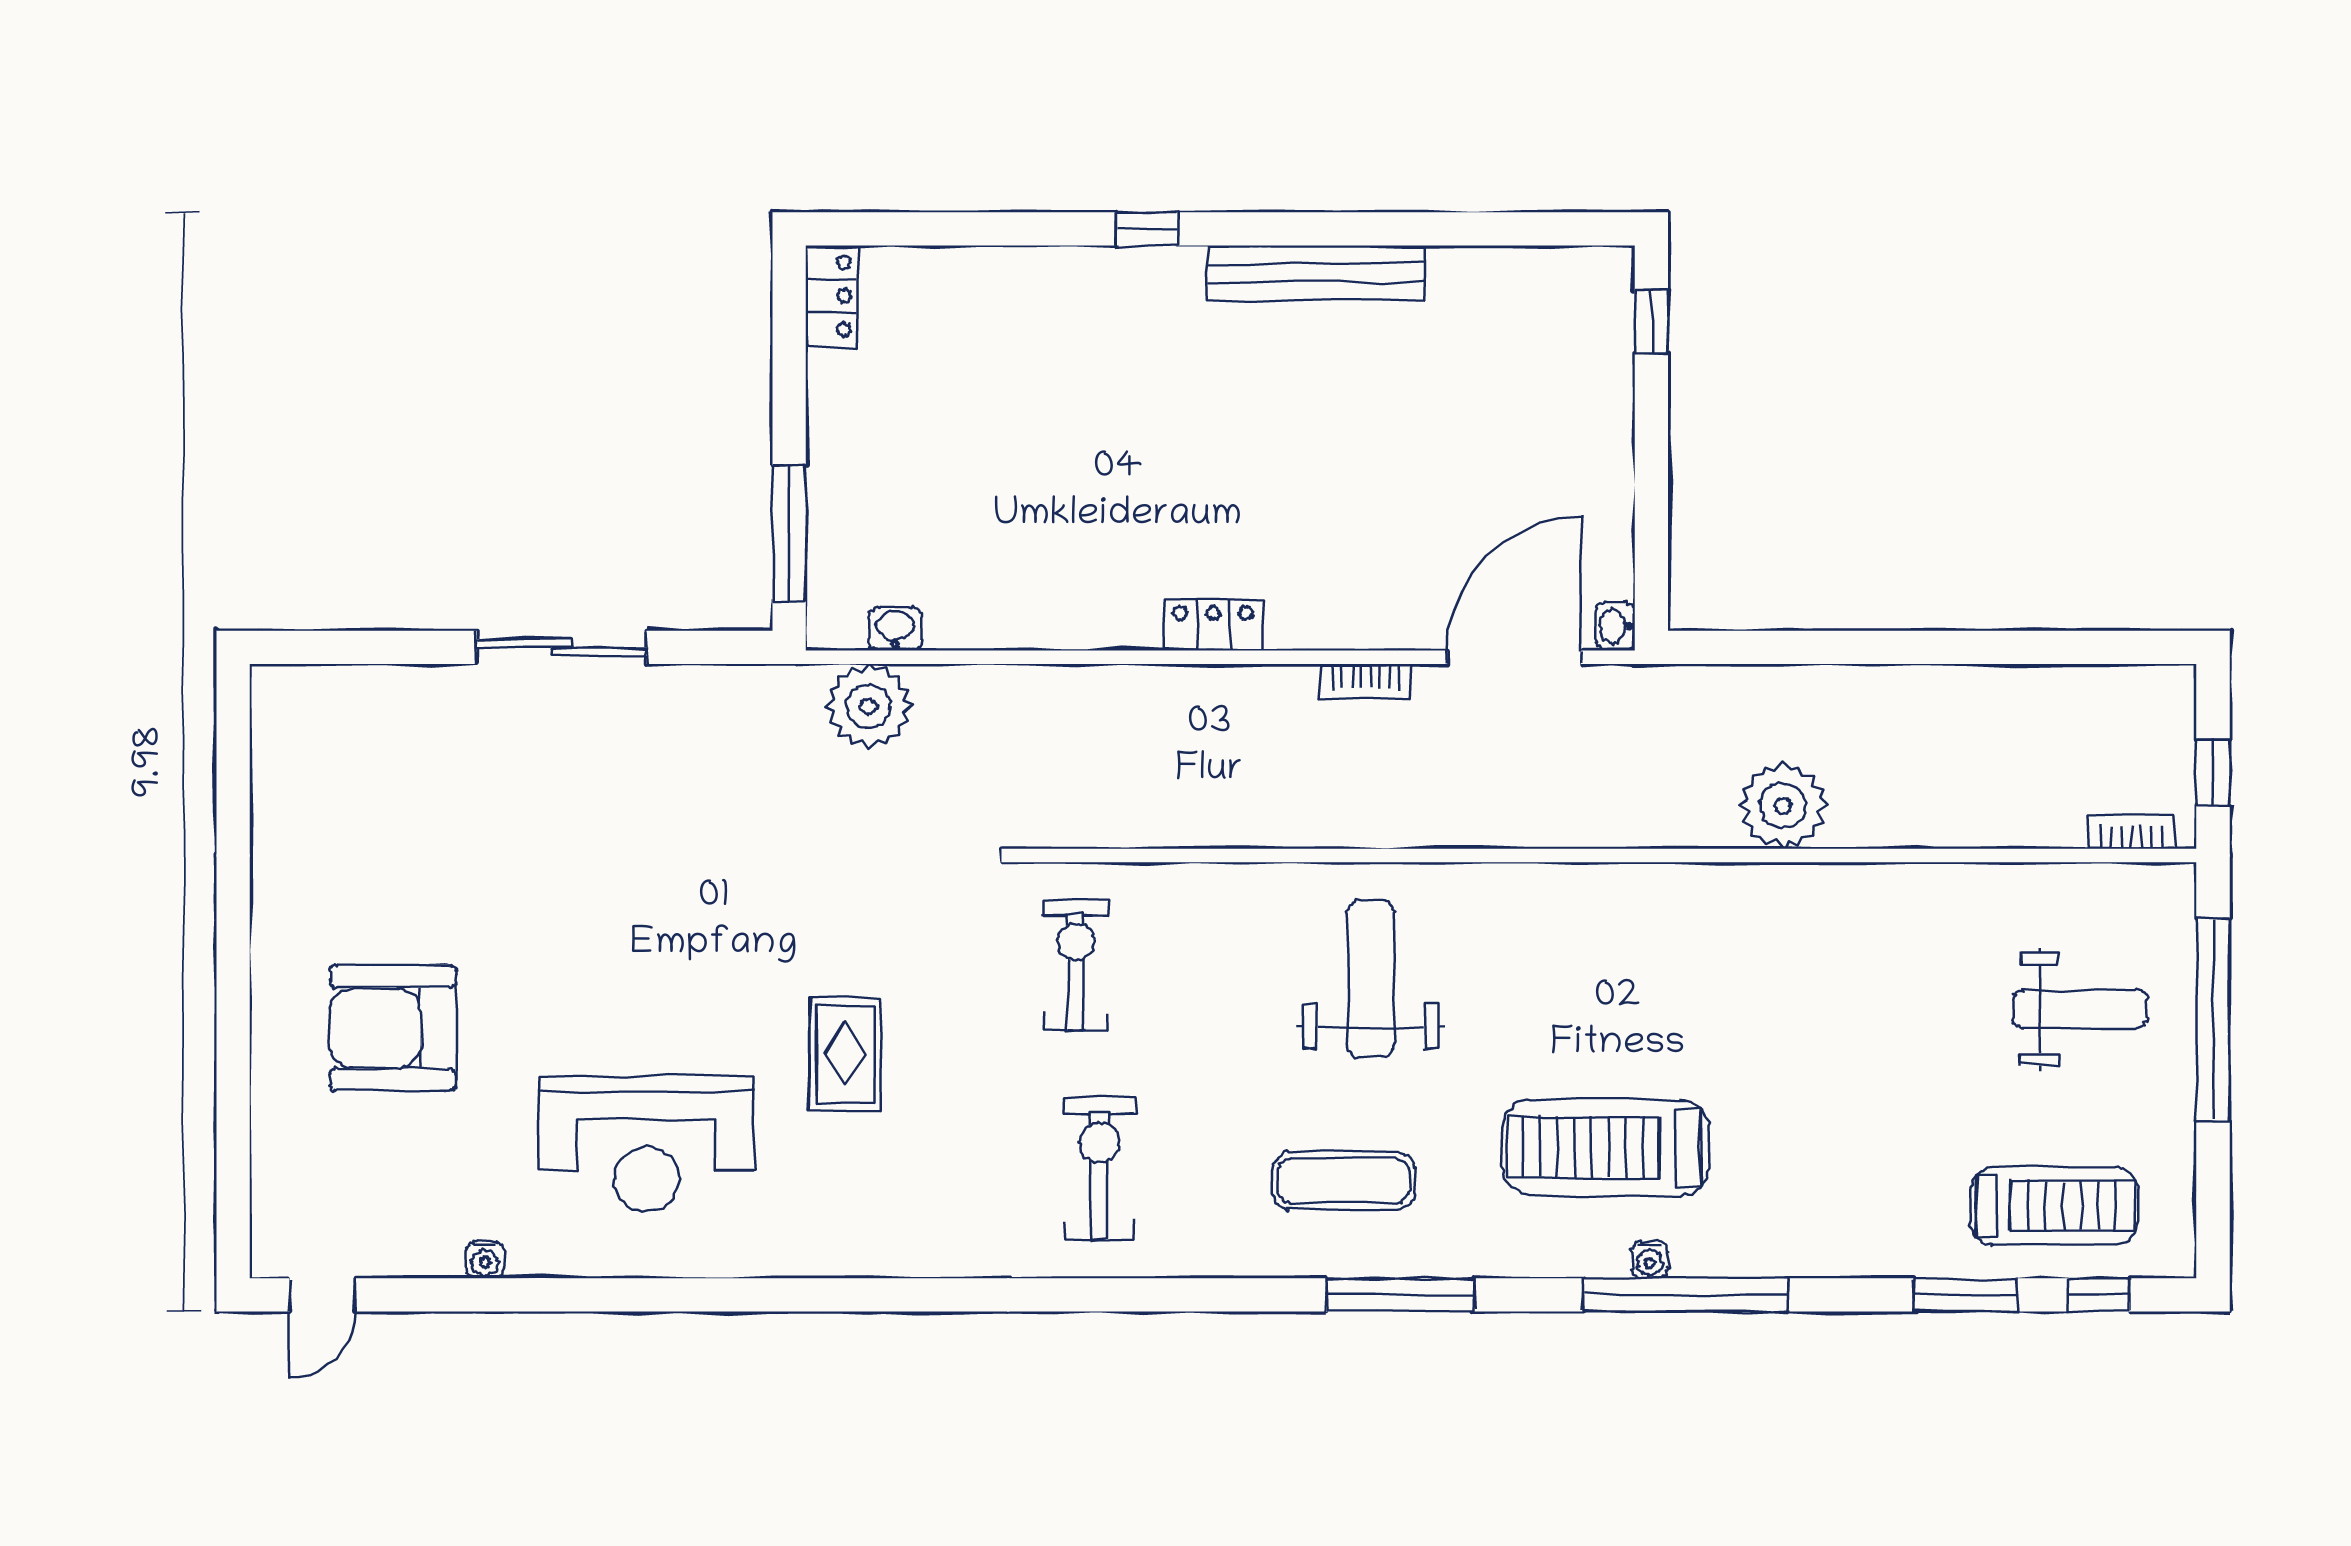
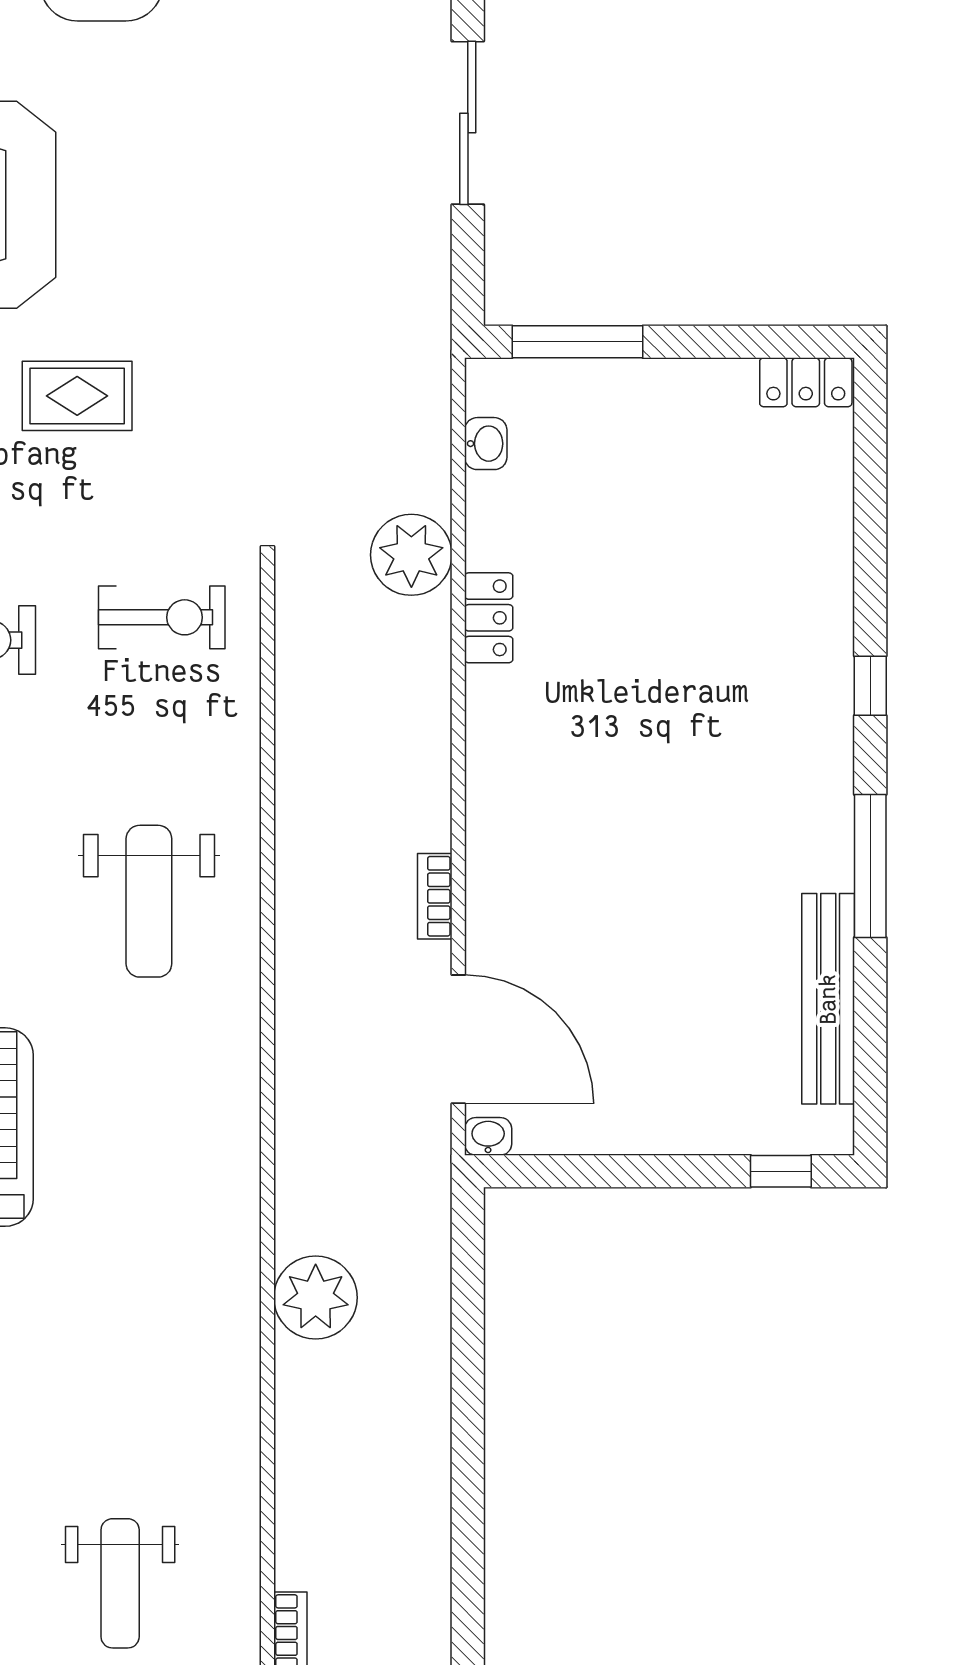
window: (1334, 229) -> (870, 866), added
bench: (1316, 273) -> (828, 999), moved
locker: (1213, 626) -> (489, 618), moved
plant: (869, 706) -> (411, 555), moved
weight bench: (1371, 979) -> (149, 901), turned 90

